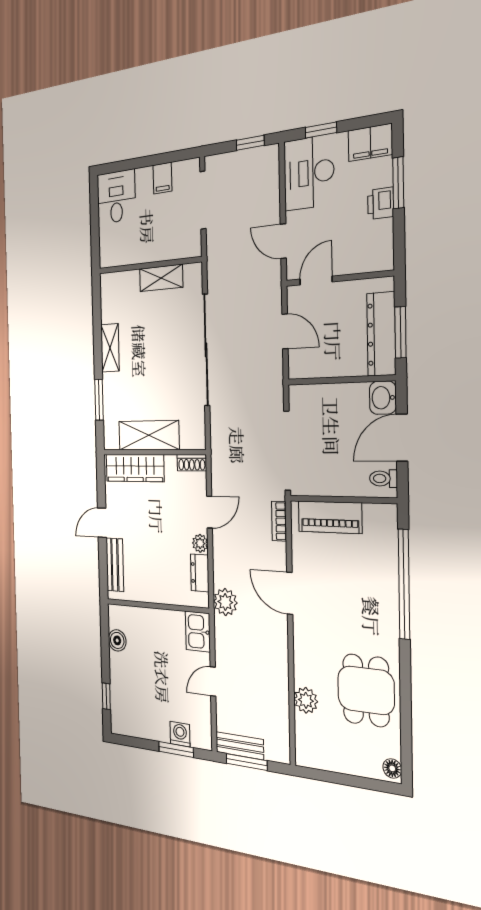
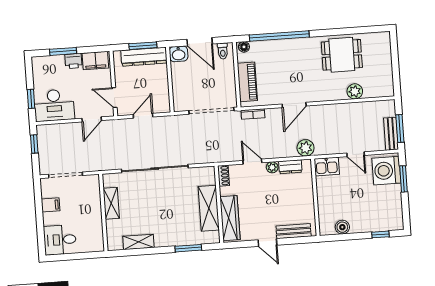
filing cabinet: (370, 142) -> (95, 61), moved, turned 90
shelving: (110, 348) -> (138, 242), moved
washing machine: (180, 734) -> (386, 171), width x1.89, depth x1.89
floor lamp: (392, 768) -> (244, 47), moved

